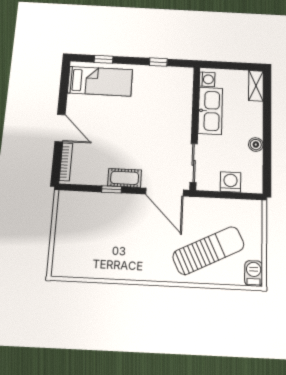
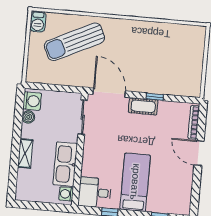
bed: (100, 81) -> (135, 182), moved, turned 90
desk: (176, 82) -> (95, 192), added
shelving: (256, 86) -> (25, 153), moved
boiler: (256, 145) -> (28, 117), moved
washing machine: (231, 182) -> (32, 101), moved, turned -90

